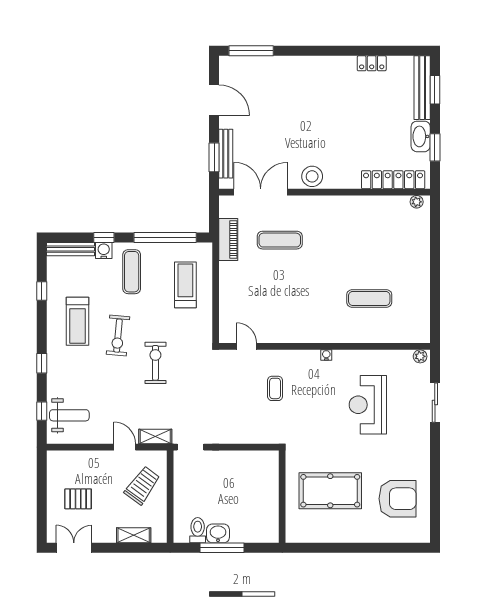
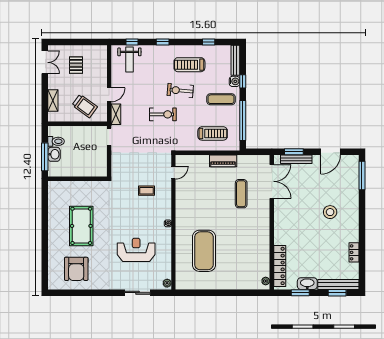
stool: (312, 176) -> (330, 212), moved
piano: (228, 240) -> (223, 161), moved
exercise mat: (369, 298) -> (204, 251), width x2.00, depth x1.45
wall: (282, 497) -> (77, 179), moved

